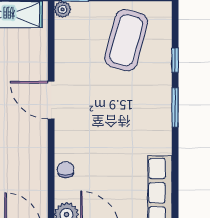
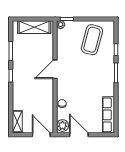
door: (51, 100) -> (55, 69), hinge flipped

